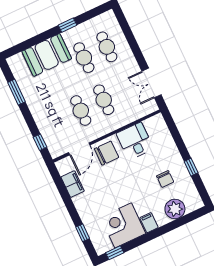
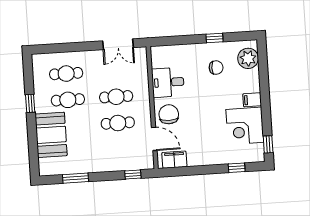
filing cabinet: (73, 184) -> (174, 160), moved
plant: (175, 209) -> (248, 58), moved

